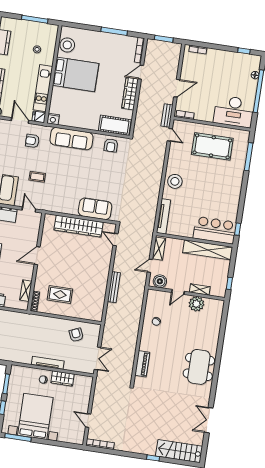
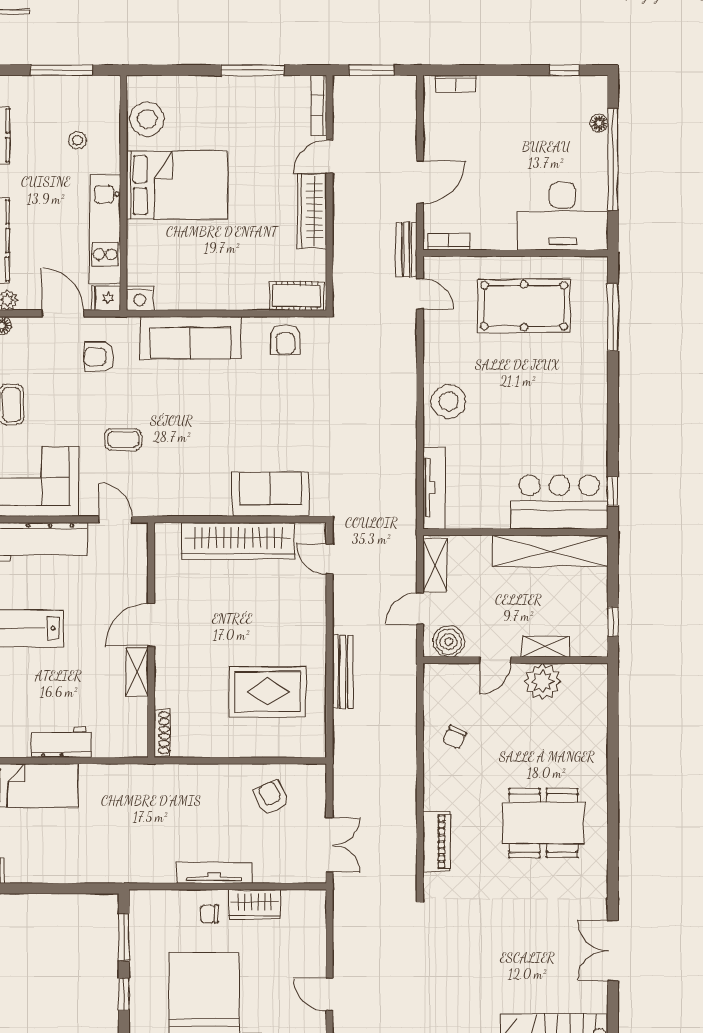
cot: (115, 125) -> (297, 296), width x0.73, depth x0.75
shelving: (26, 291) -> (137, 672), moved
rug: (60, 294) -> (268, 692), moved, width x1.36, depth x1.43
dining table: (199, 367) -> (543, 823), moved, turned 90

